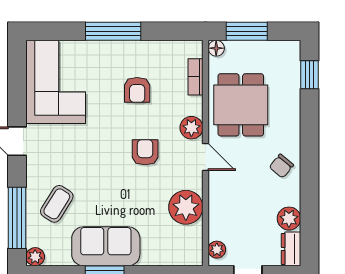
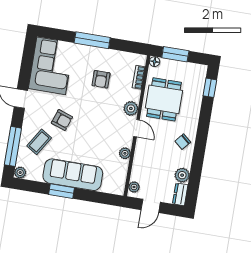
armchair: (145, 152) -> (62, 120), moved, turned 109
plant: (186, 207) -> (125, 153), width x0.53, depth x0.53
sofa: (106, 246) -> (73, 175), width x1.36

